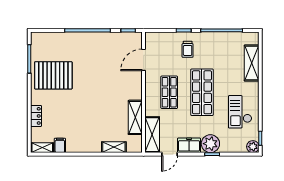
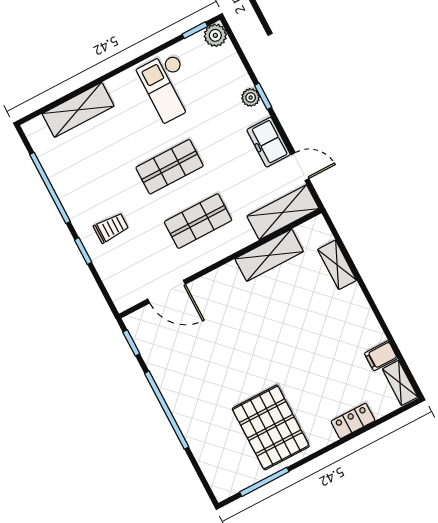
shop shelf: (202, 92) -> (170, 167), width x0.70, depth x0.74
checkout: (240, 112) -> (169, 87), turned 90
plant: (210, 144) -> (251, 97), width x0.53, depth x0.53

